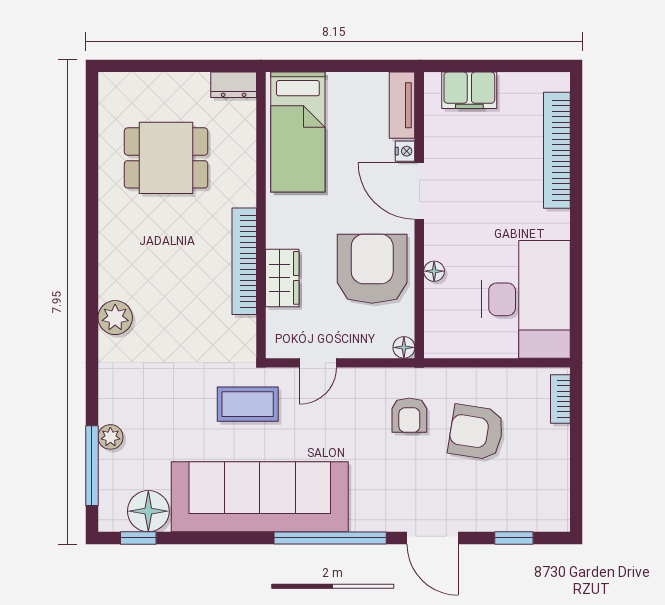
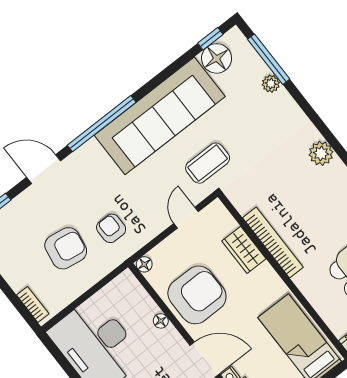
armchair: (372, 269) -> (197, 295), turned -90

